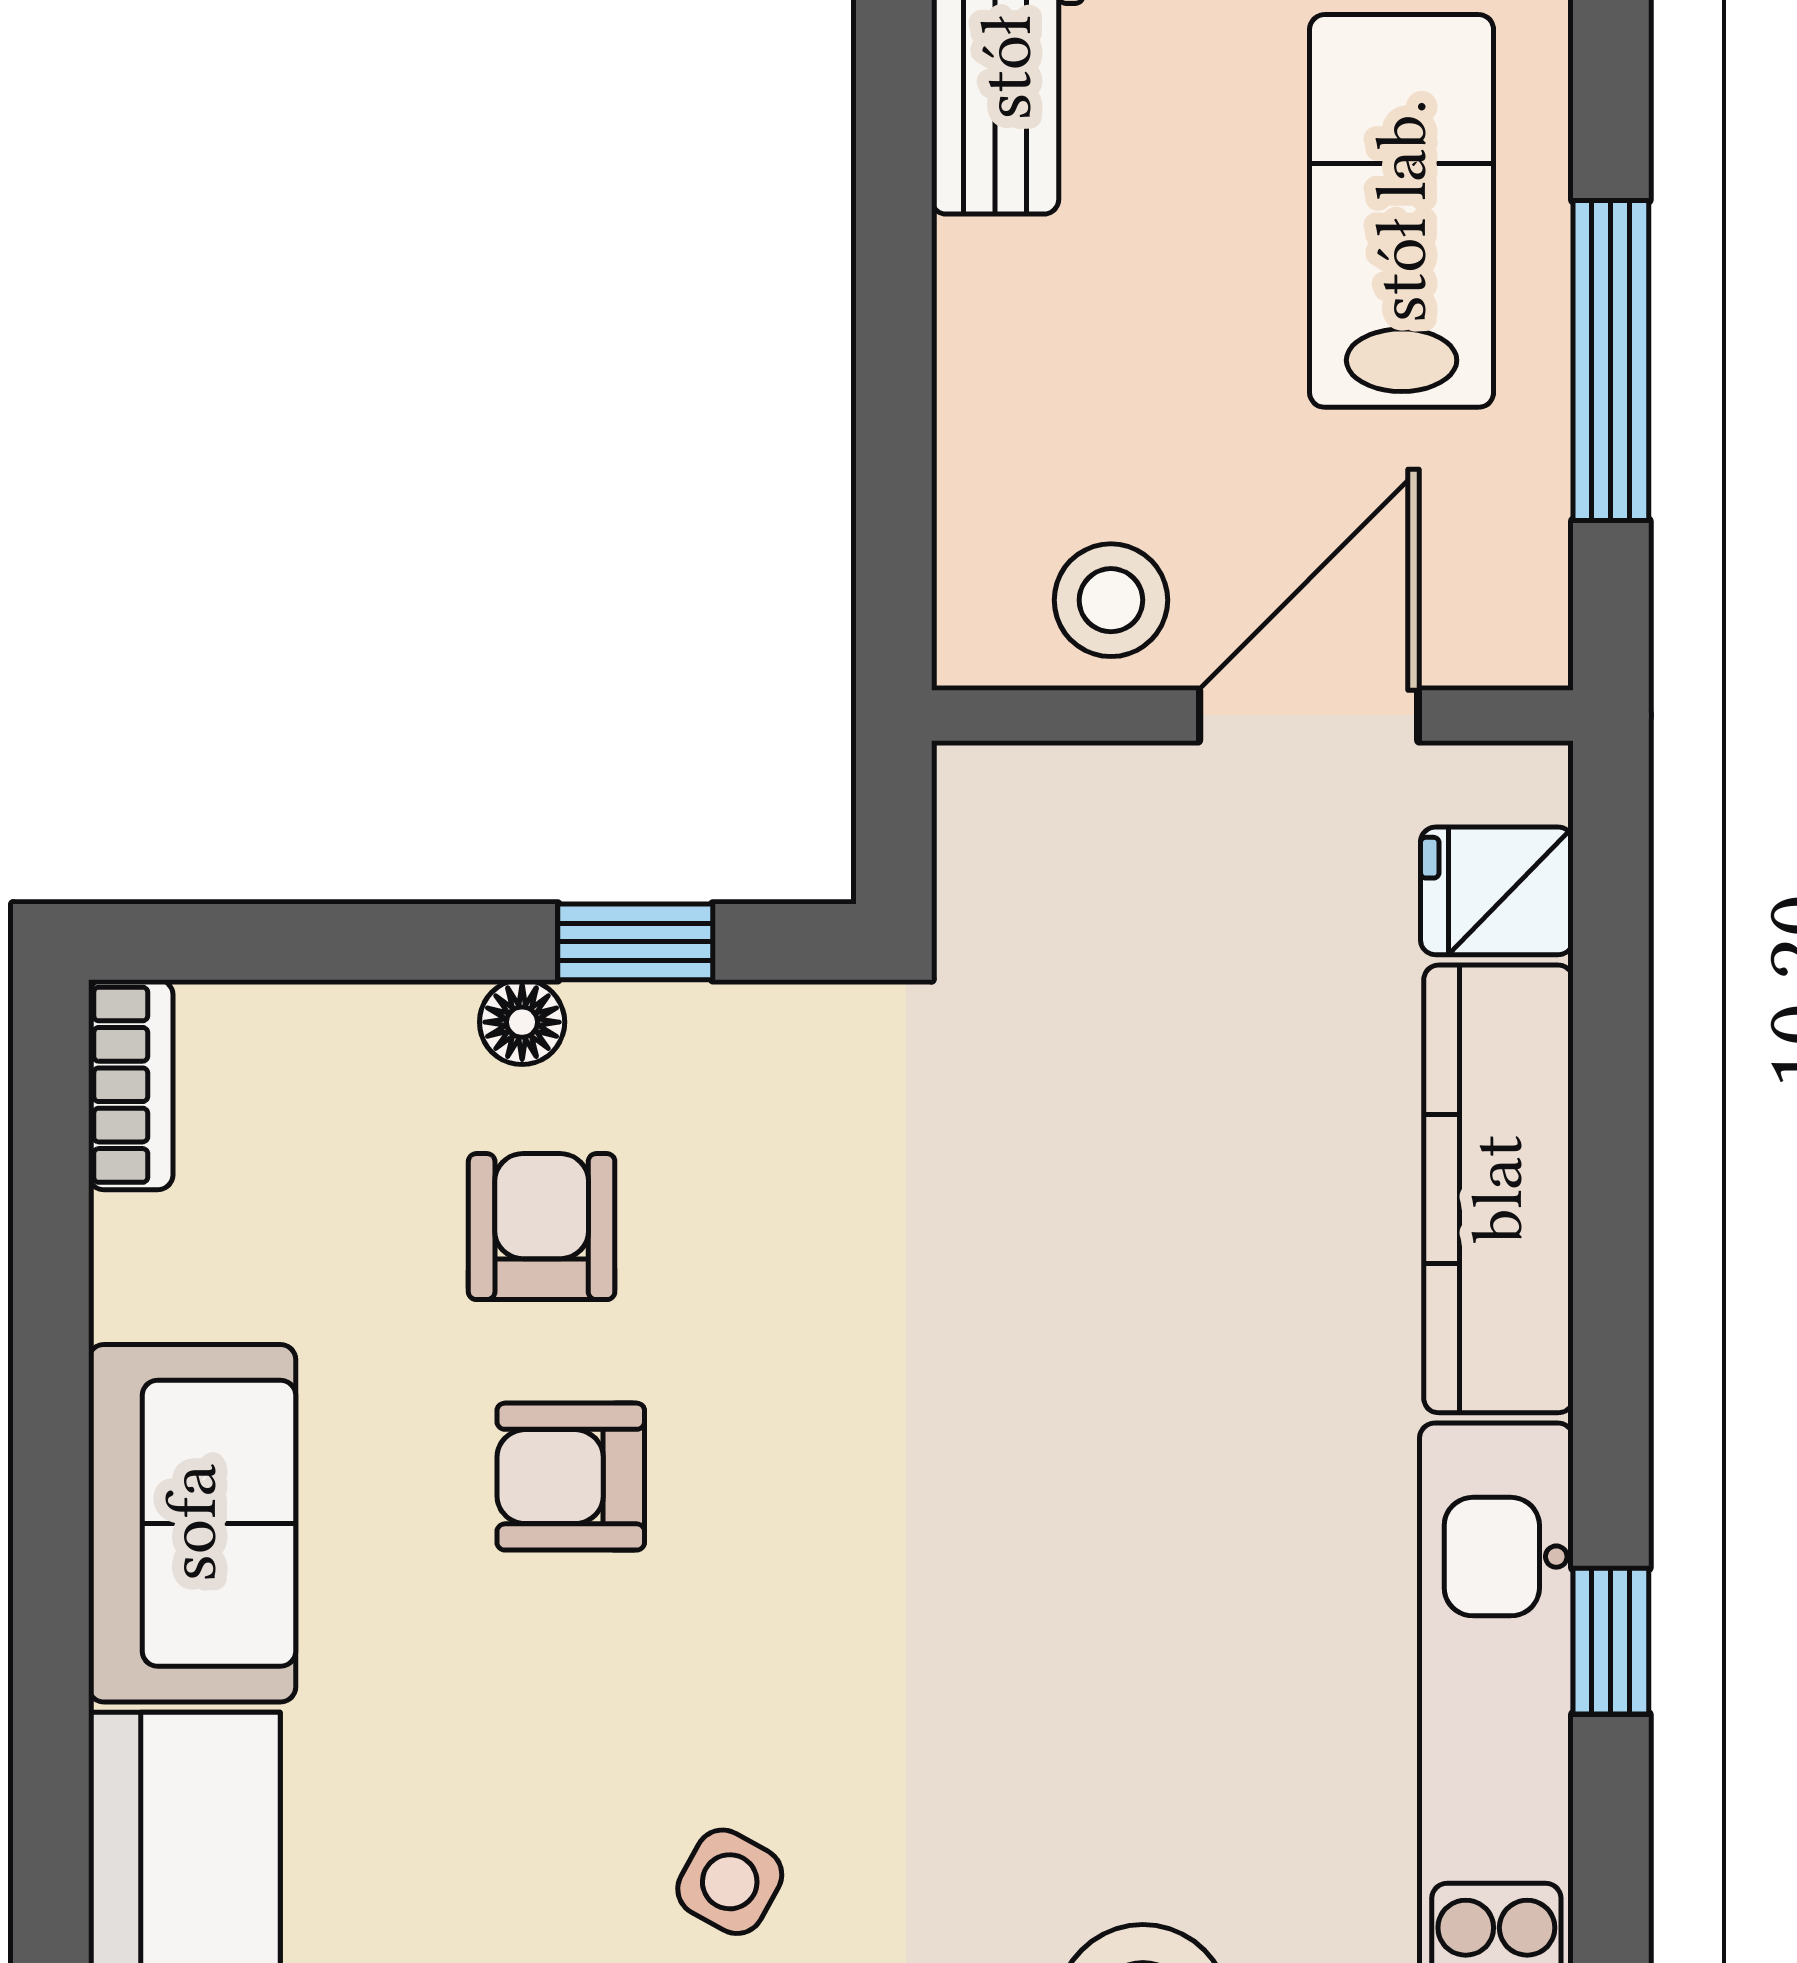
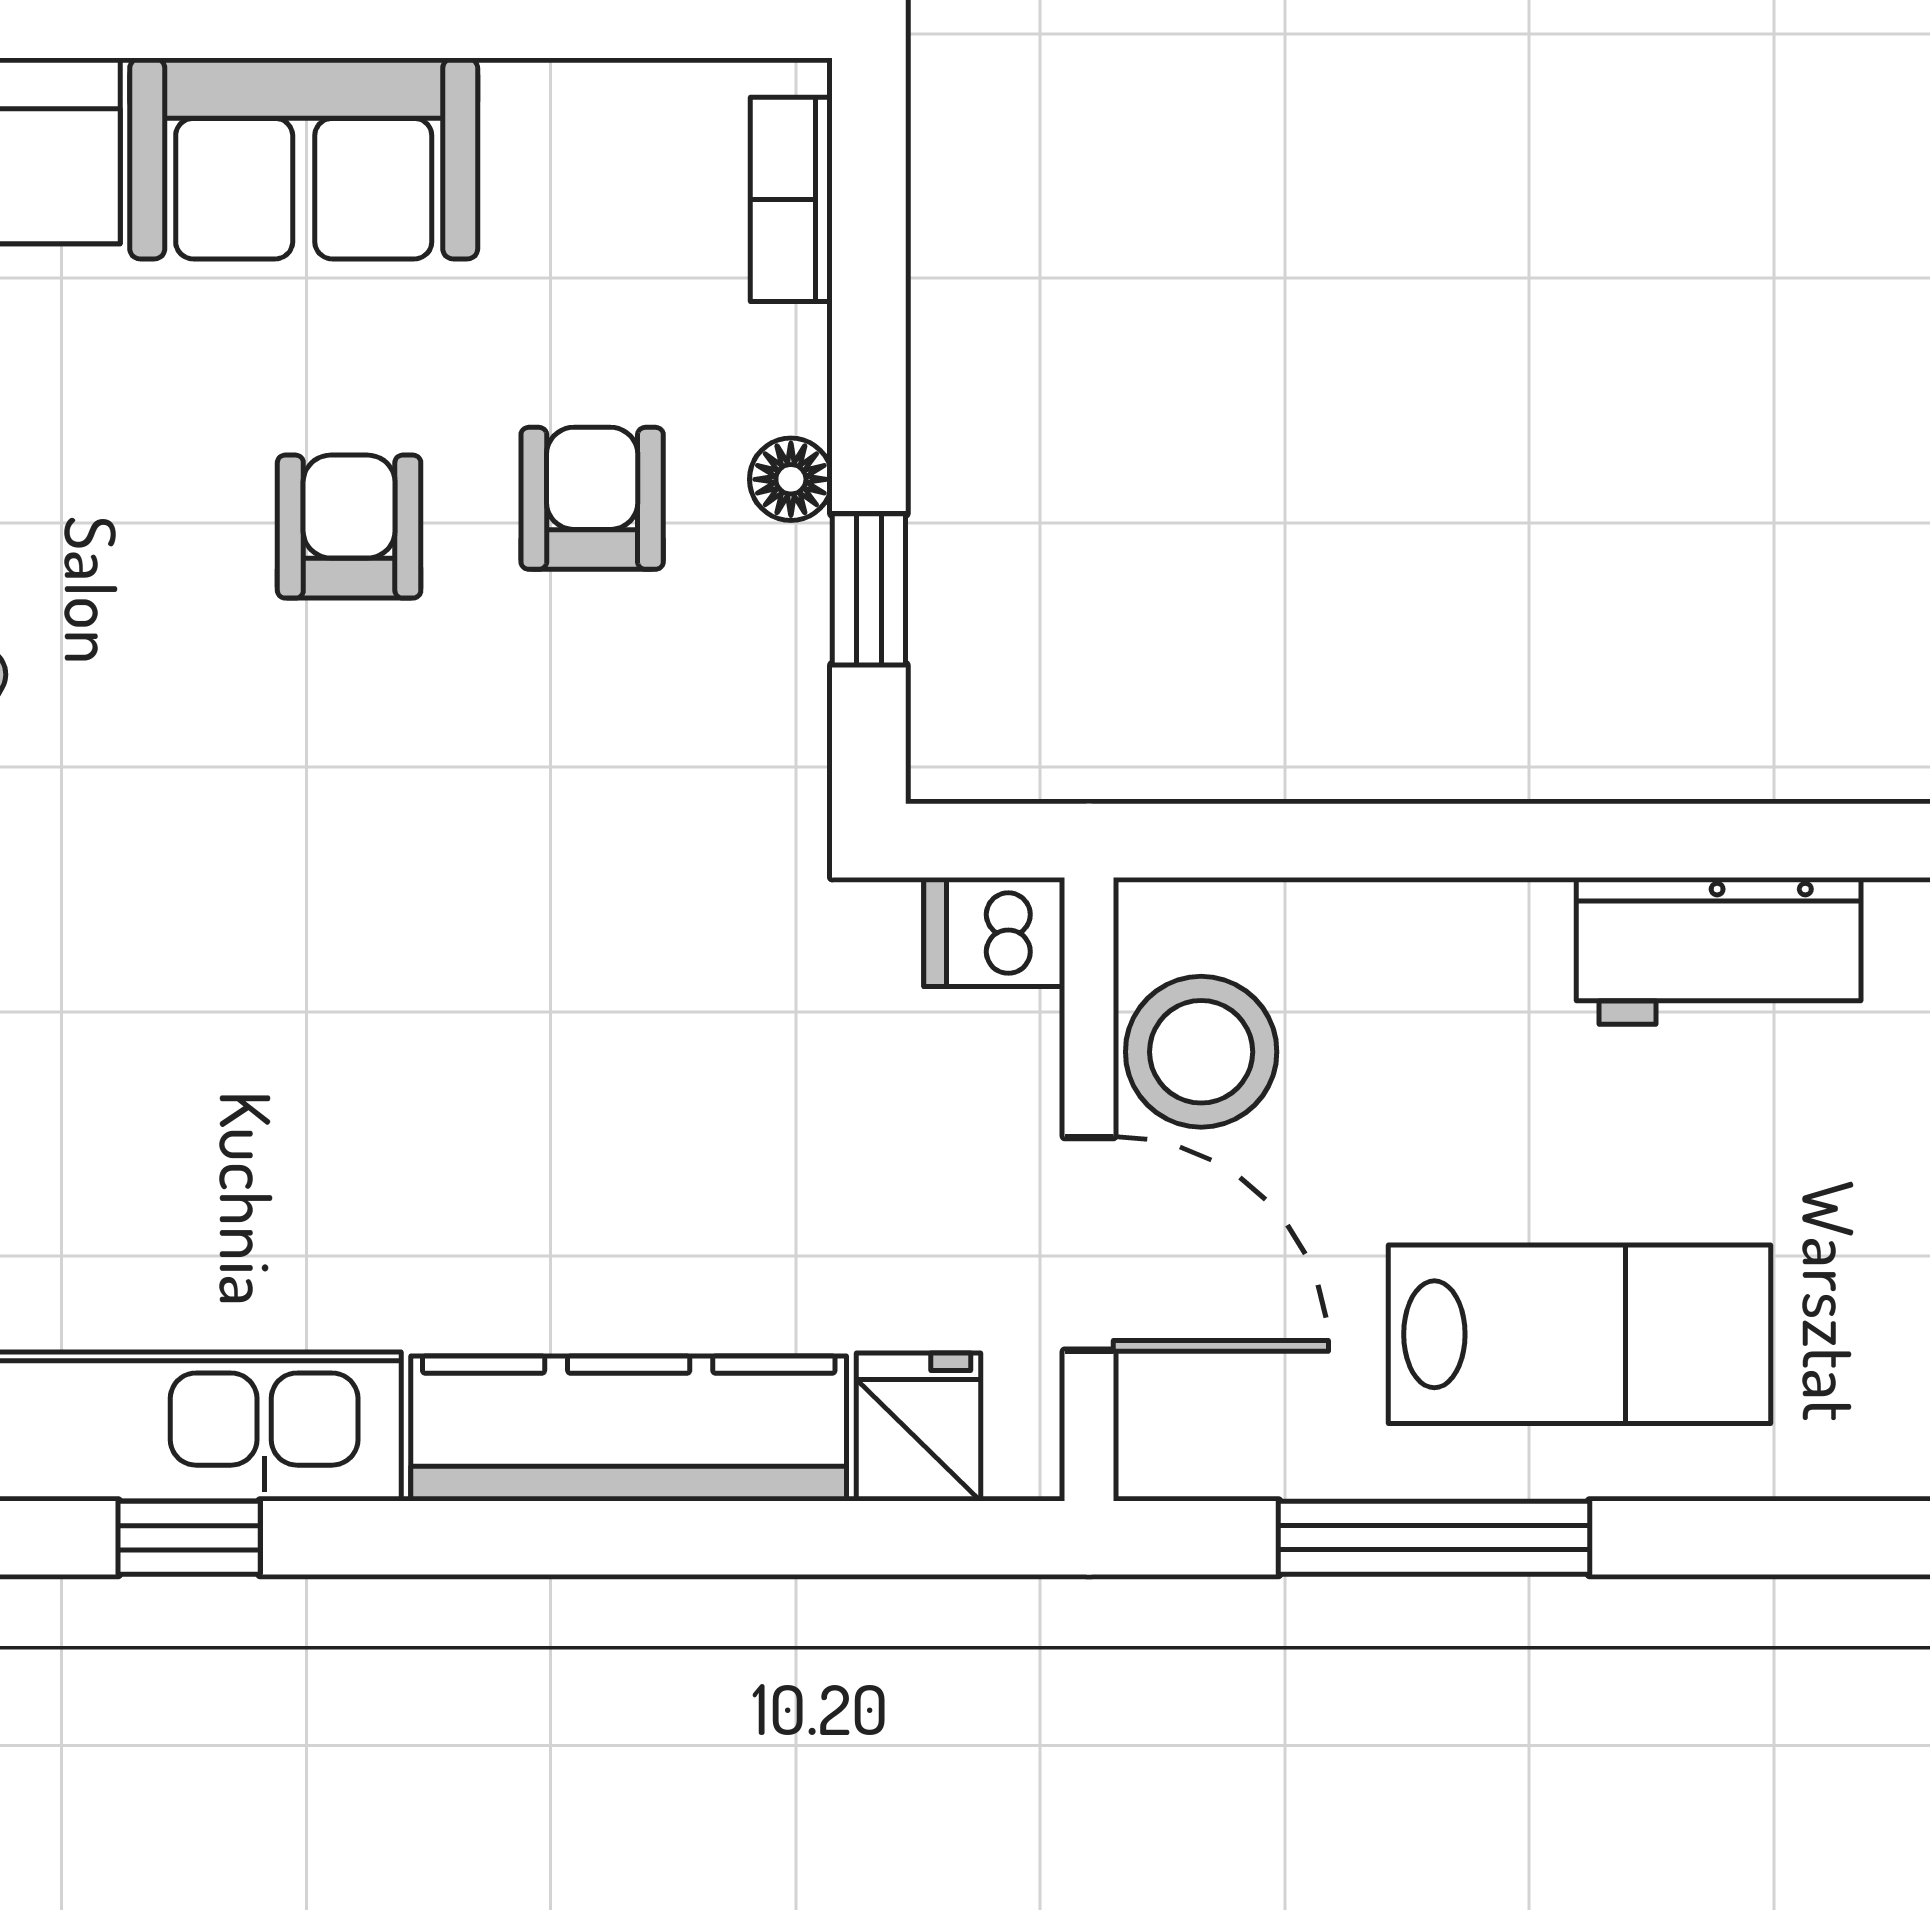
stool: (1111, 600) -> (1201, 1052), width x1.38, depth x1.38
dishwasher: (988, 813) -> (994, 932), added
bookcase: (131, 1085) -> (791, 199), moved, turned 90
armchair: (542, 1227) -> (592, 498), turned -90

